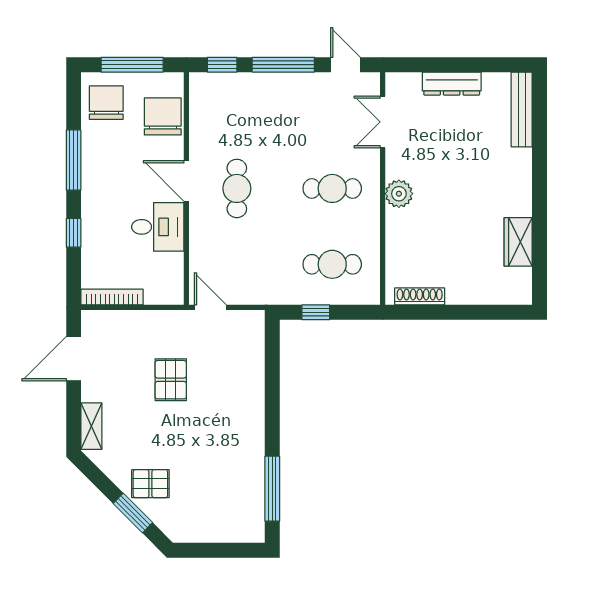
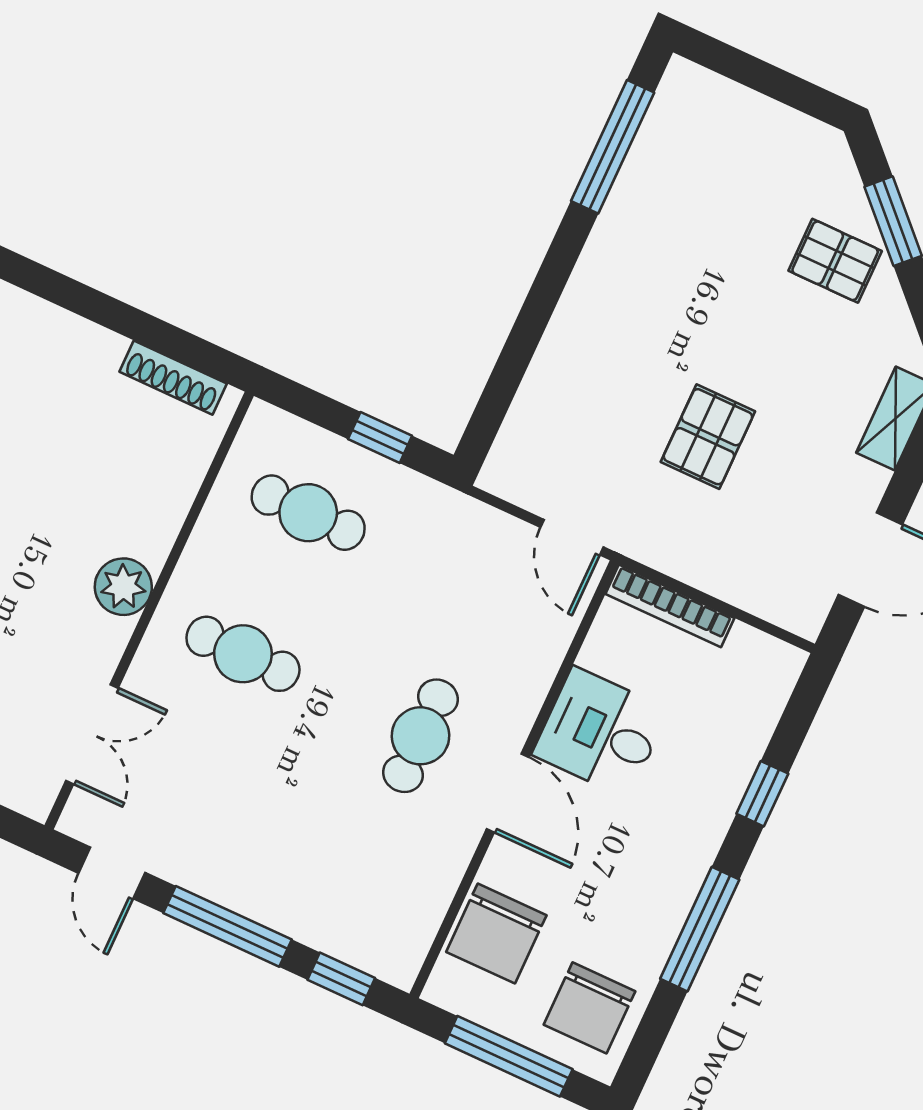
bookcase: (112, 297) -> (670, 606), moved

